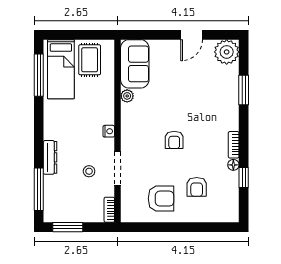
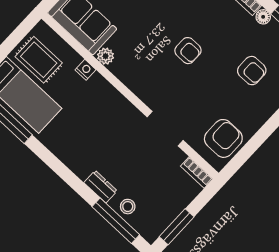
nightstand: (109, 131) -> (86, 70), moved
dresser: (50, 157) -> (101, 187), width x0.70
stool: (89, 171) -> (128, 207), moved
armchair: (161, 199) -> (223, 138), moved

